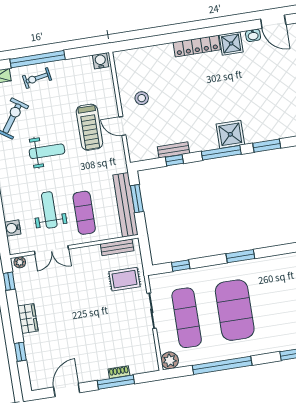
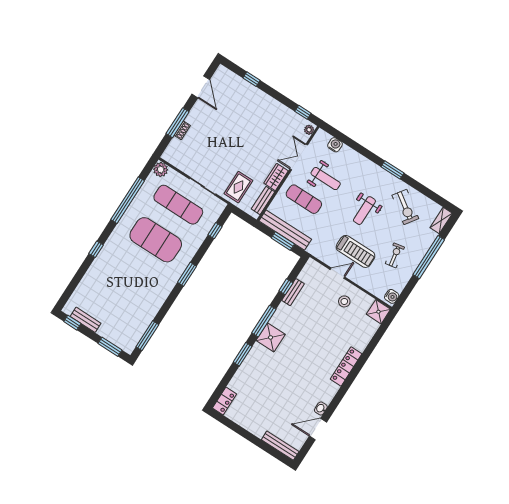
shower: (231, 43) -> (378, 312), moved
exercise bike: (37, 78) -> (395, 255), moved
treadmill: (89, 127) -> (356, 251), turned 180
wardrobe: (28, 318) -> (276, 177), moved, turned 90

